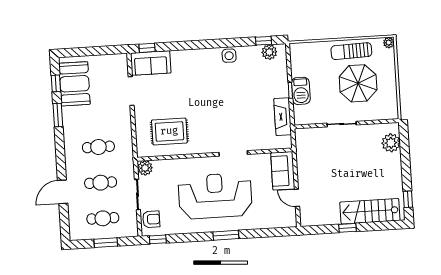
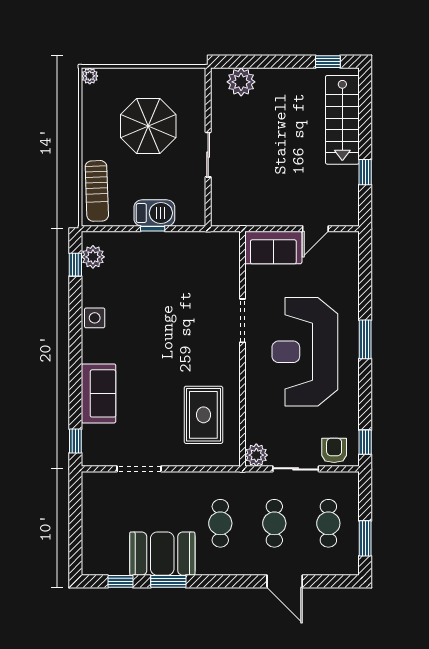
sun lounger: (351, 51) -> (97, 191), moved
sofa: (151, 63) -> (99, 393), moved
booth: (74, 84) -> (162, 554), moved
fireplace: (283, 117) -> (192, 243), removed
window: (348, 228) -> (365, 172), moved
window: (106, 243) -> (365, 538), moved

